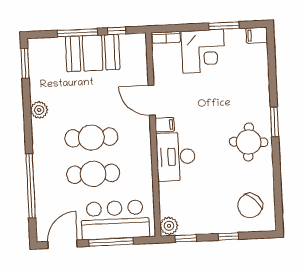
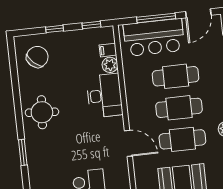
cafe table: (90, 101) -> (182, 139), added
window: (274, 122) -> (23, 152), moved
filing cabinet: (165, 125) -> (108, 50), moved
plant: (169, 226) -> (110, 65), moved

